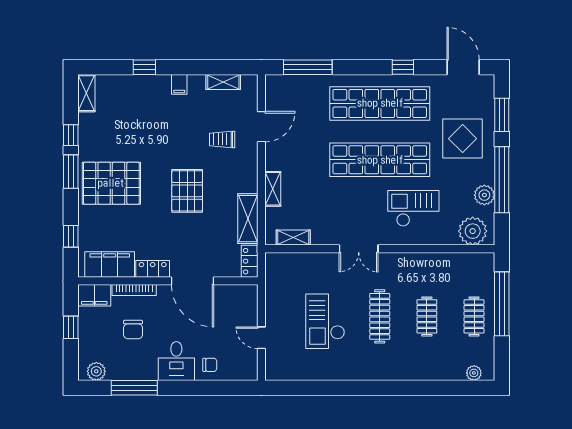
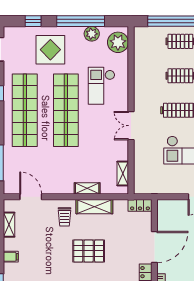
window: (502, 115) -> (33, 21), width x0.67
door: (261, 127) -> (31, 197), moved
trolley: (222, 139) -> (65, 217), moved
shelving: (248, 219) -> (94, 207), moved
double door: (359, 249) -> (131, 126), swing flipped

